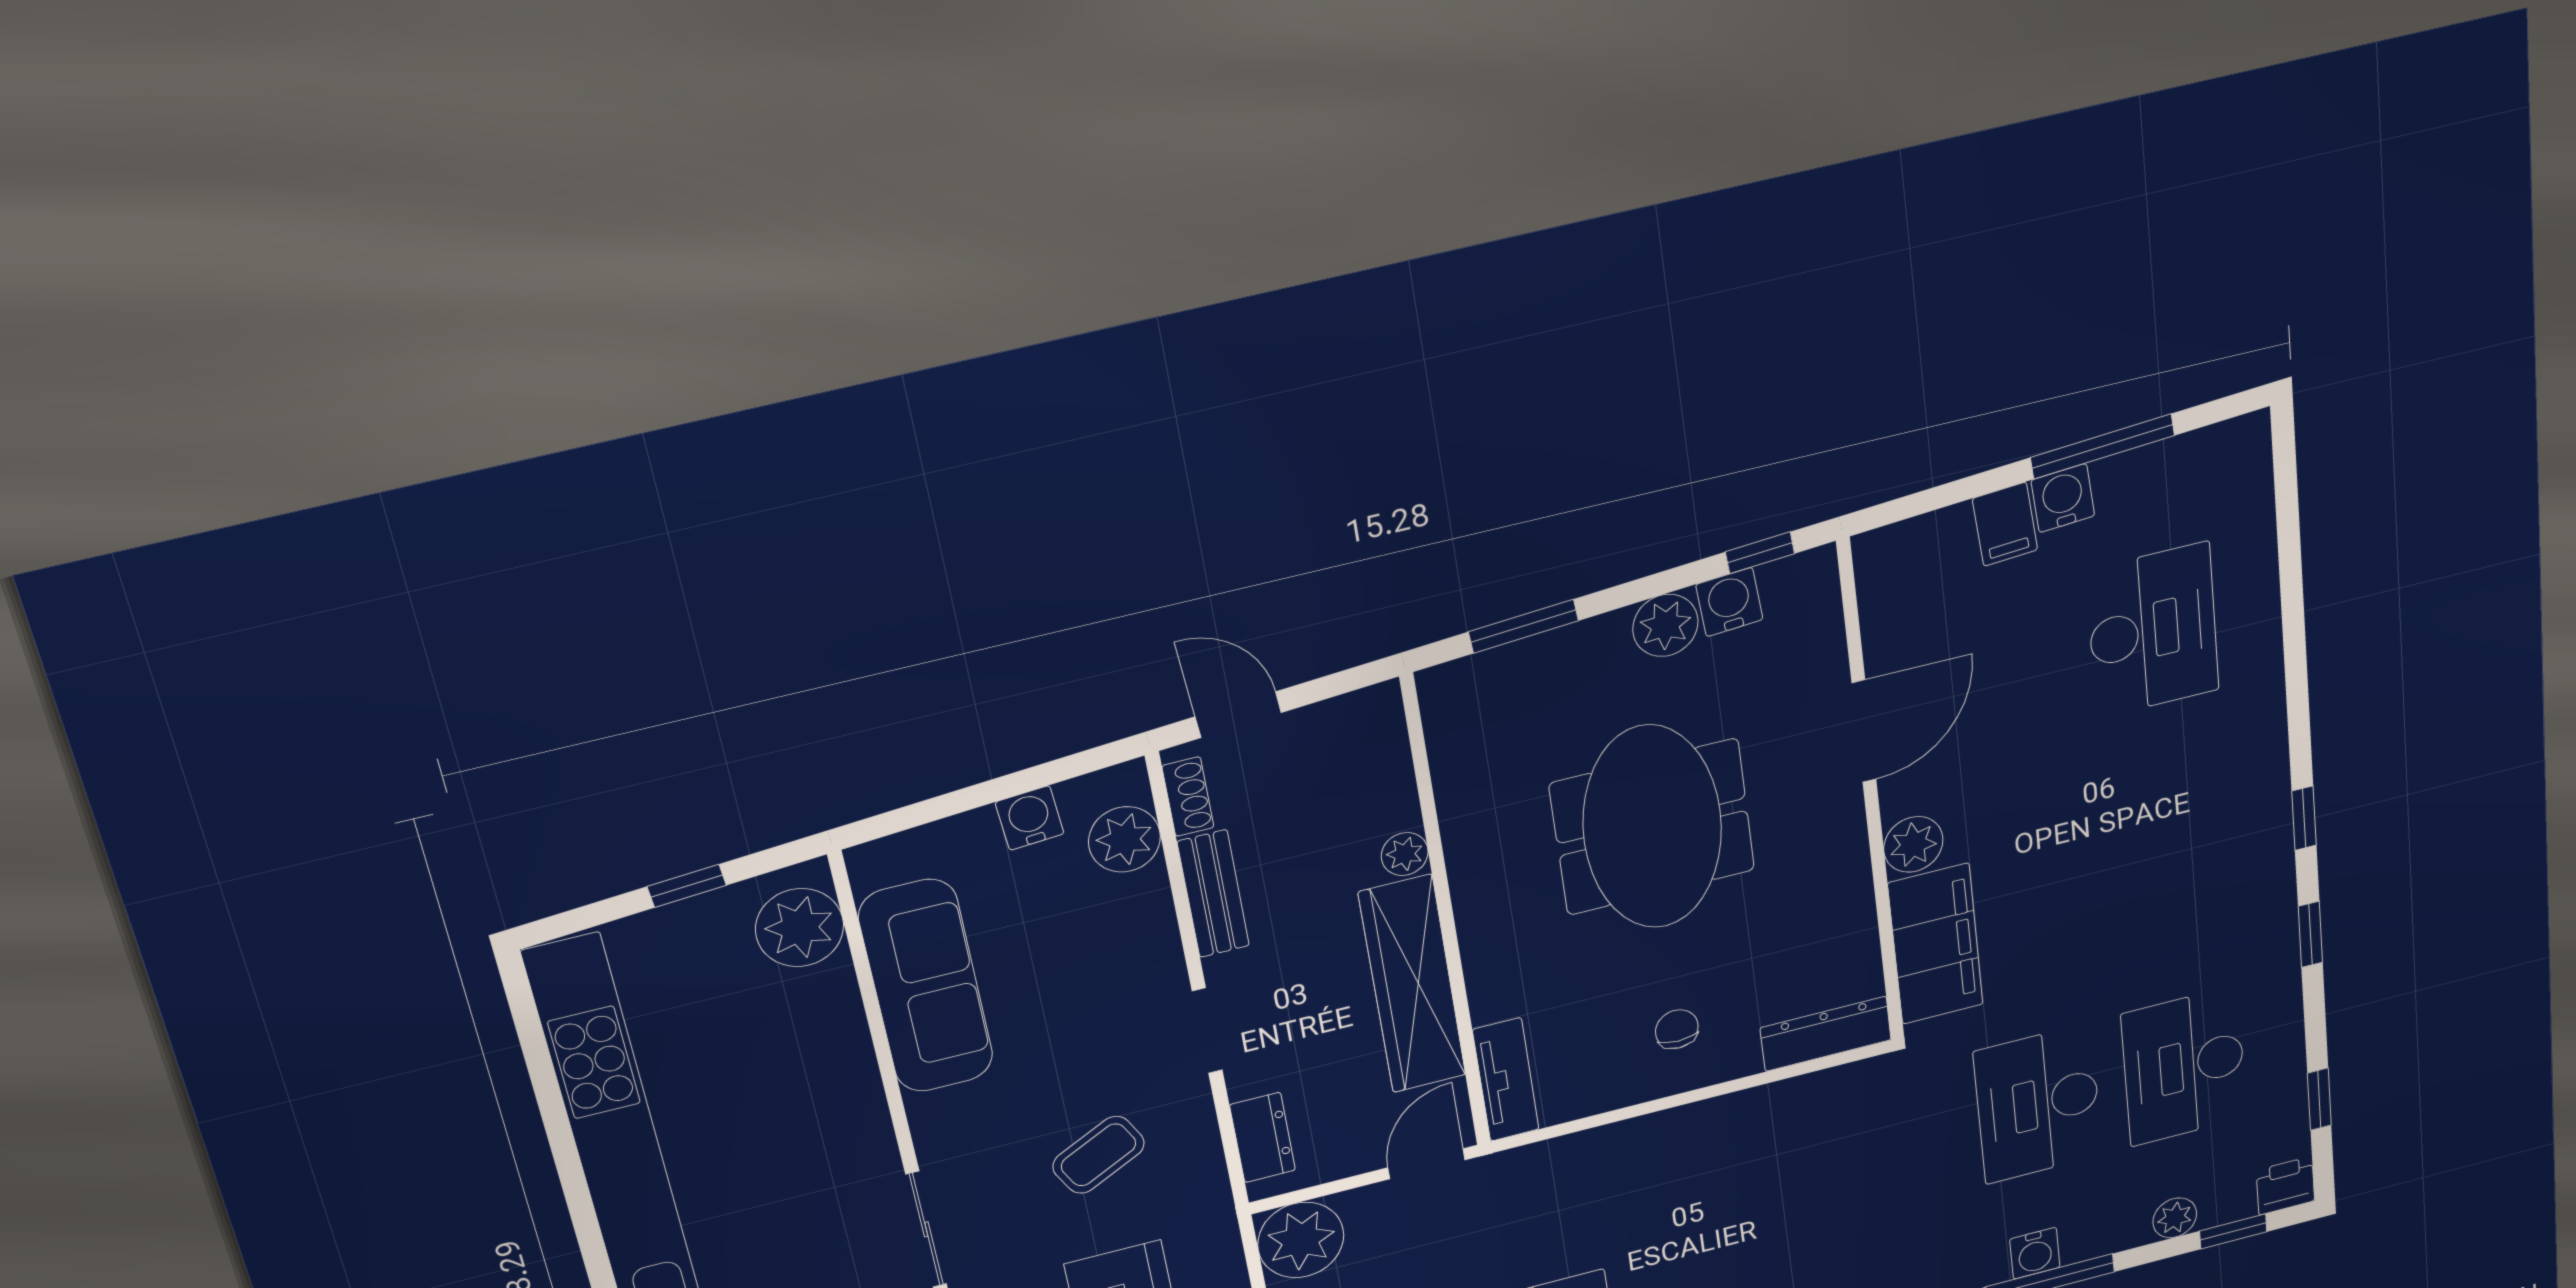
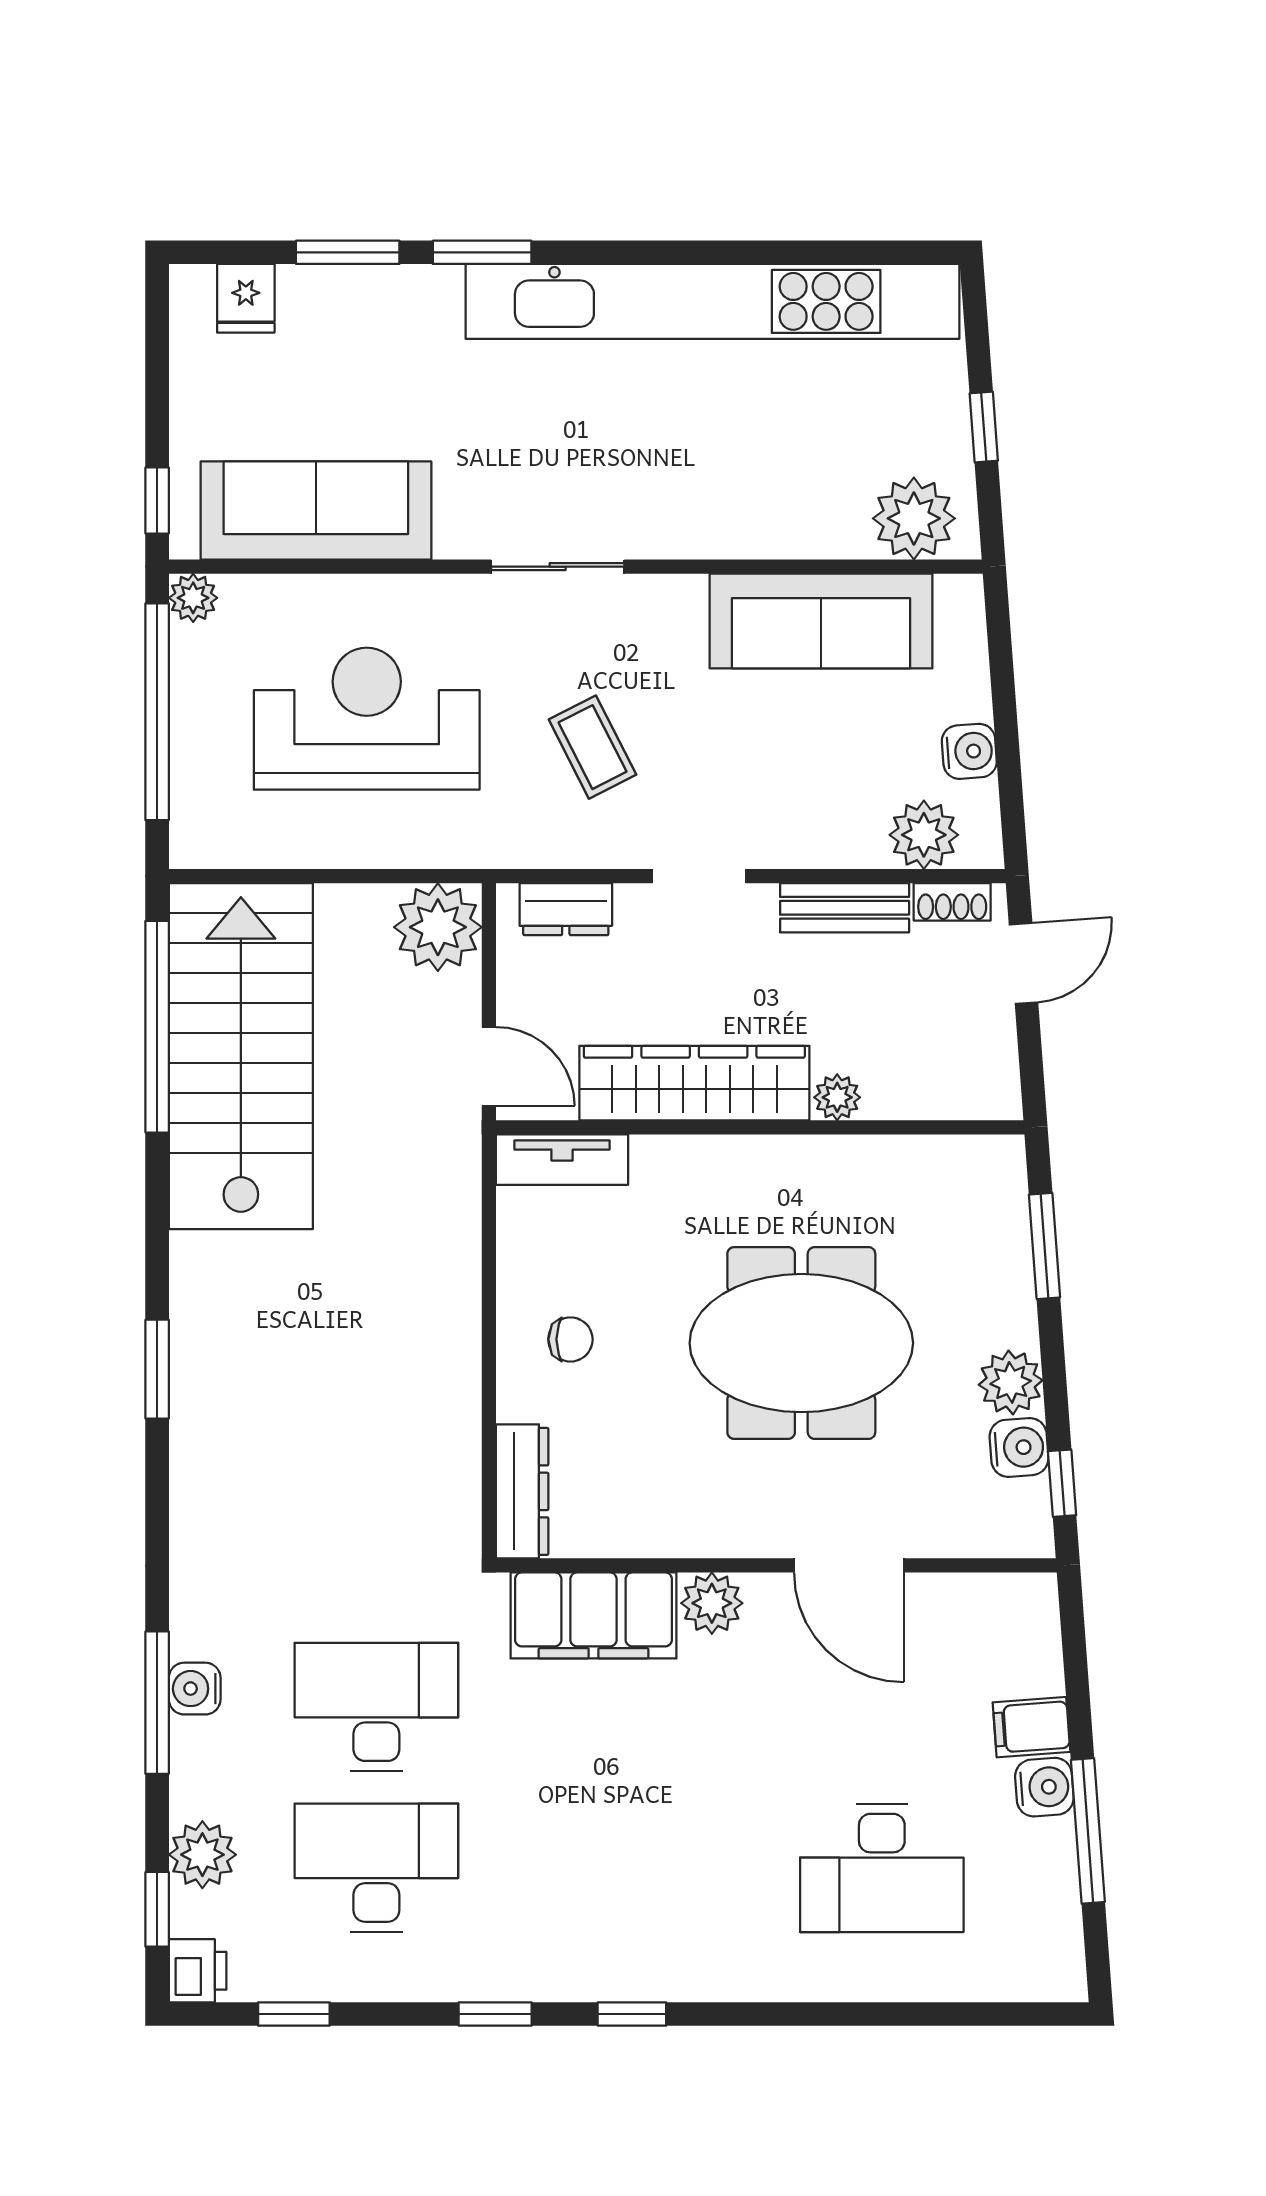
plant: (2175, 1218) -> (202, 1855), width x1.38, depth x1.38

